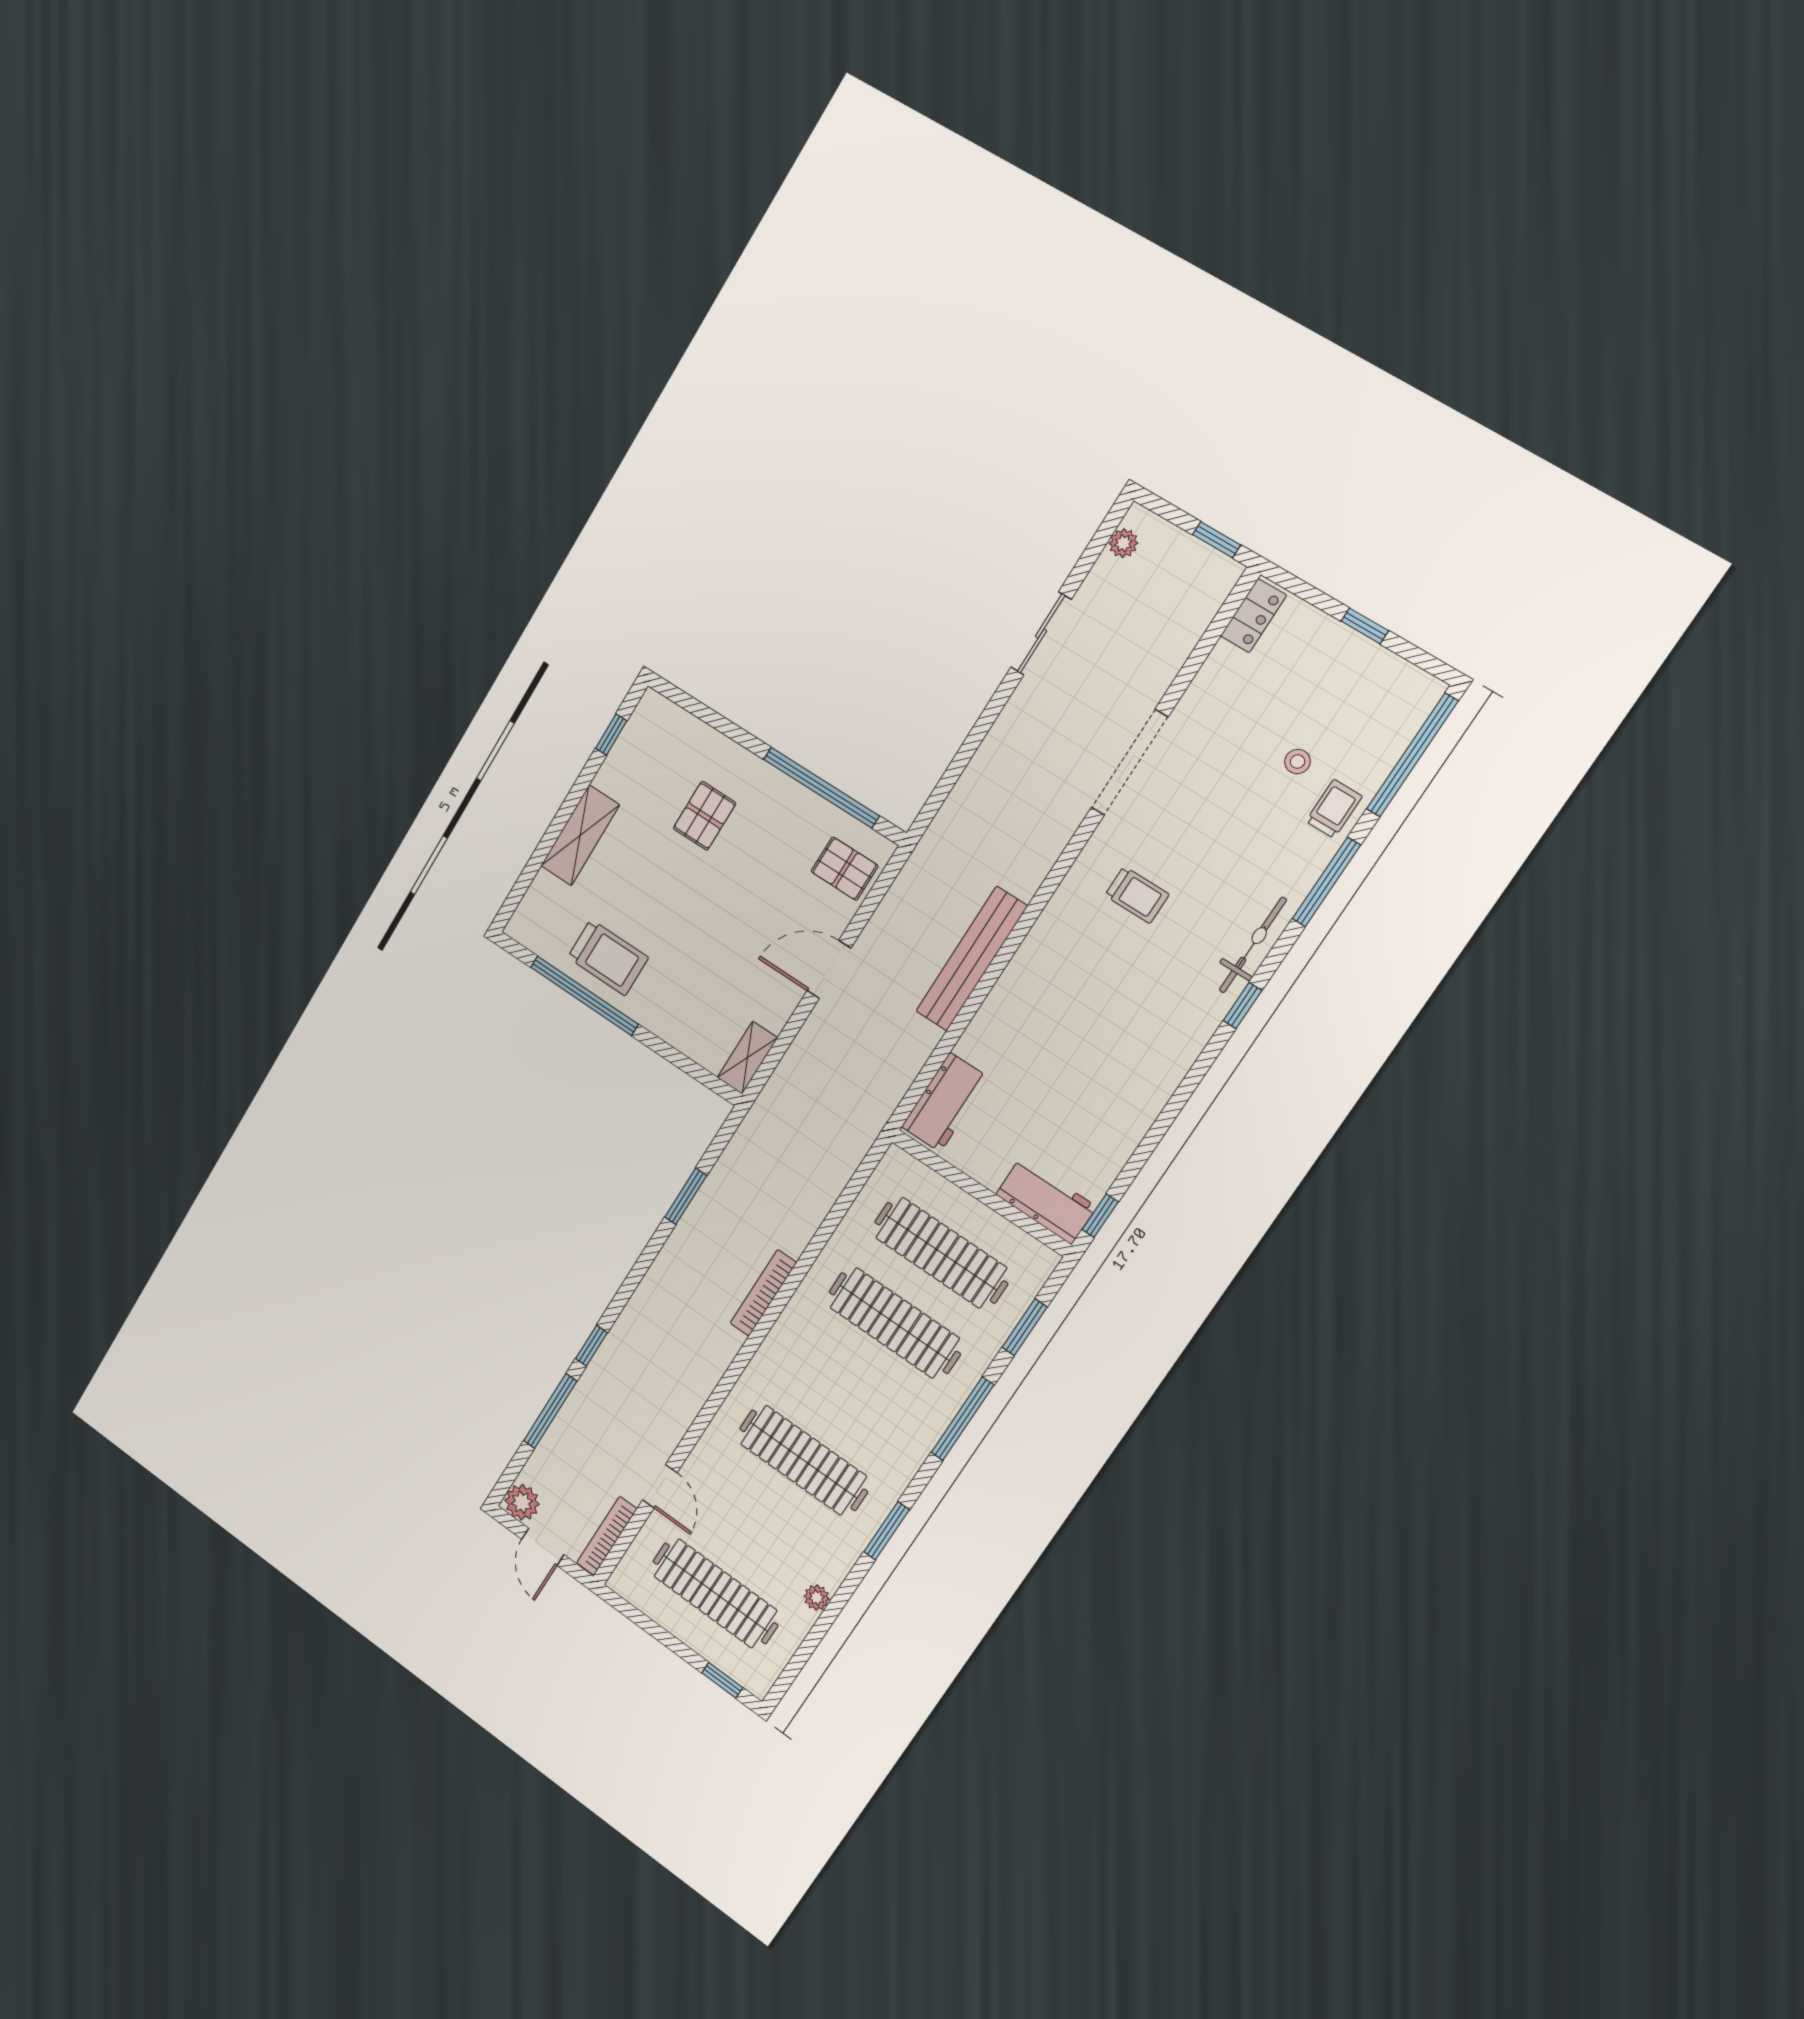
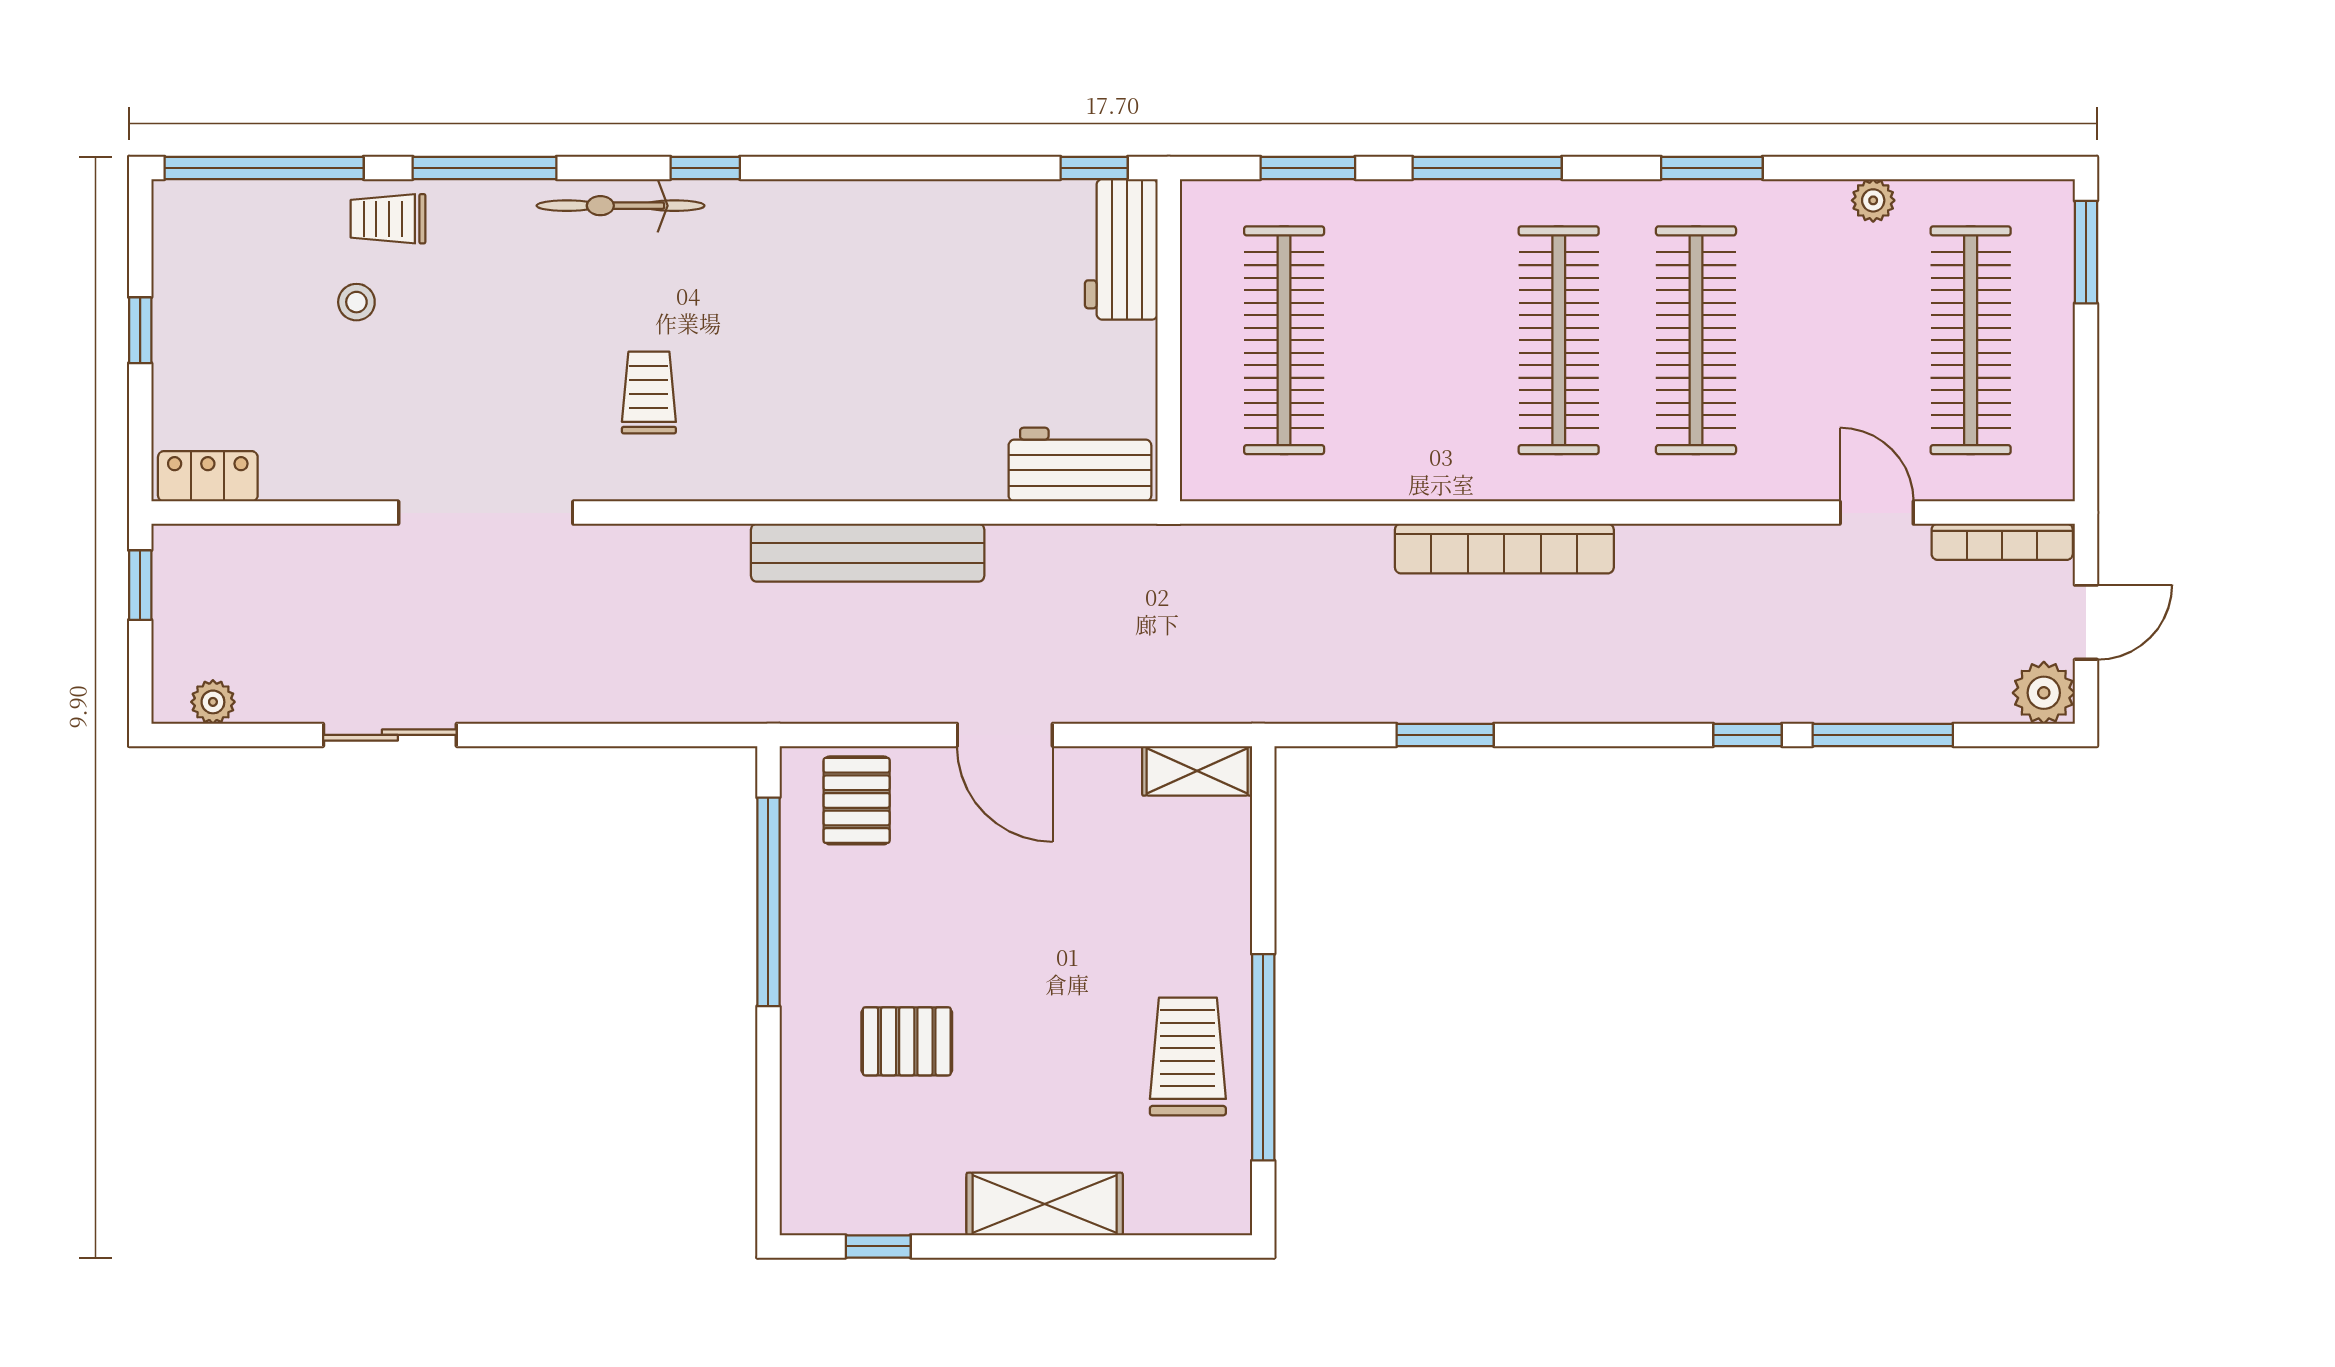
bookcase: (763, 1293) -> (1504, 549), width x1.48, depth x1.31
clothes rail: (894, 1323) -> (1559, 340), moved
door: (660, 1486) -> (1877, 513), hinge flipped
window: (722, 1680) -> (2086, 252), width x1.50

